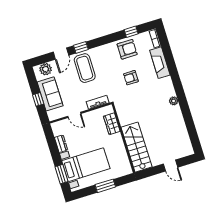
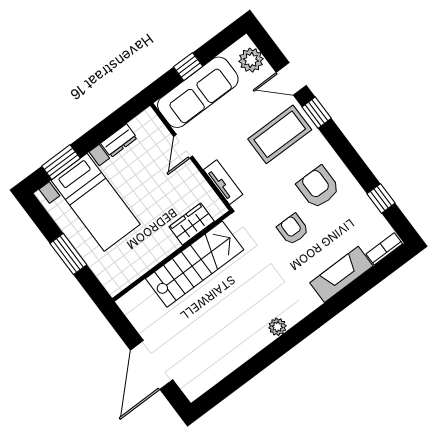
armchair: (127, 49) -> (318, 187), moved, turned 180
sofa: (50, 94) -> (198, 92), width x1.36
stairs: (137, 147) -> (195, 264), moved
door: (170, 166) -> (152, 365), width x1.87

